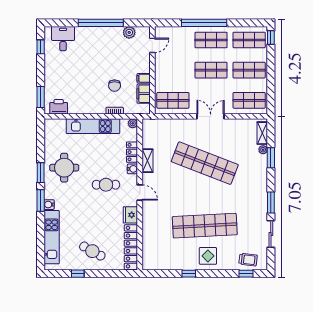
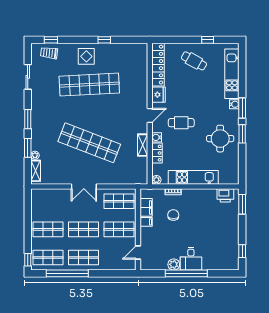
window: (204, 23) -> (67, 273), moved
plant: (129, 32) -> (174, 264), moved
desk: (63, 39) -> (191, 259), moved
shop shelf: (249, 100) -> (119, 229), moved
door: (140, 192) -> (150, 116), swing flipped
window: (271, 202) -> (28, 119), moved

